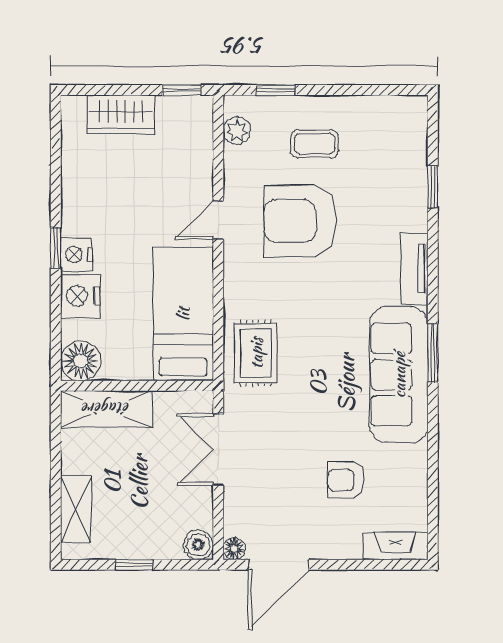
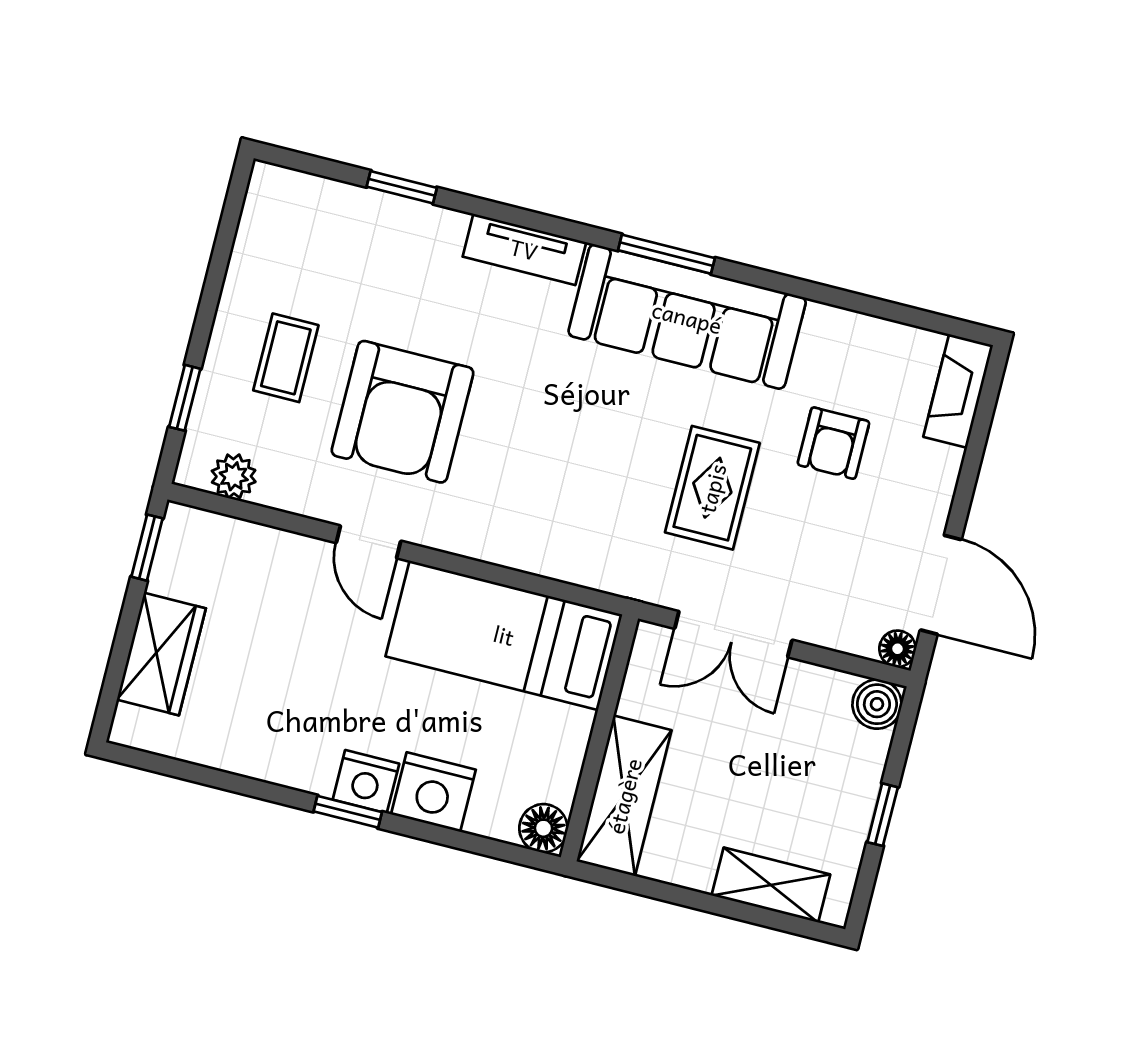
rug: (256, 353) -> (712, 488), moved, turned 90
floor lamp: (81, 361) -> (543, 828), width x0.73, depth x0.73

